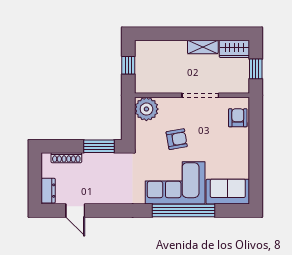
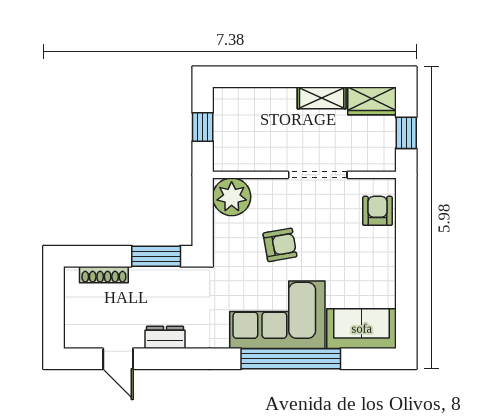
dresser: (48, 191) -> (165, 337), moved, turned -90

